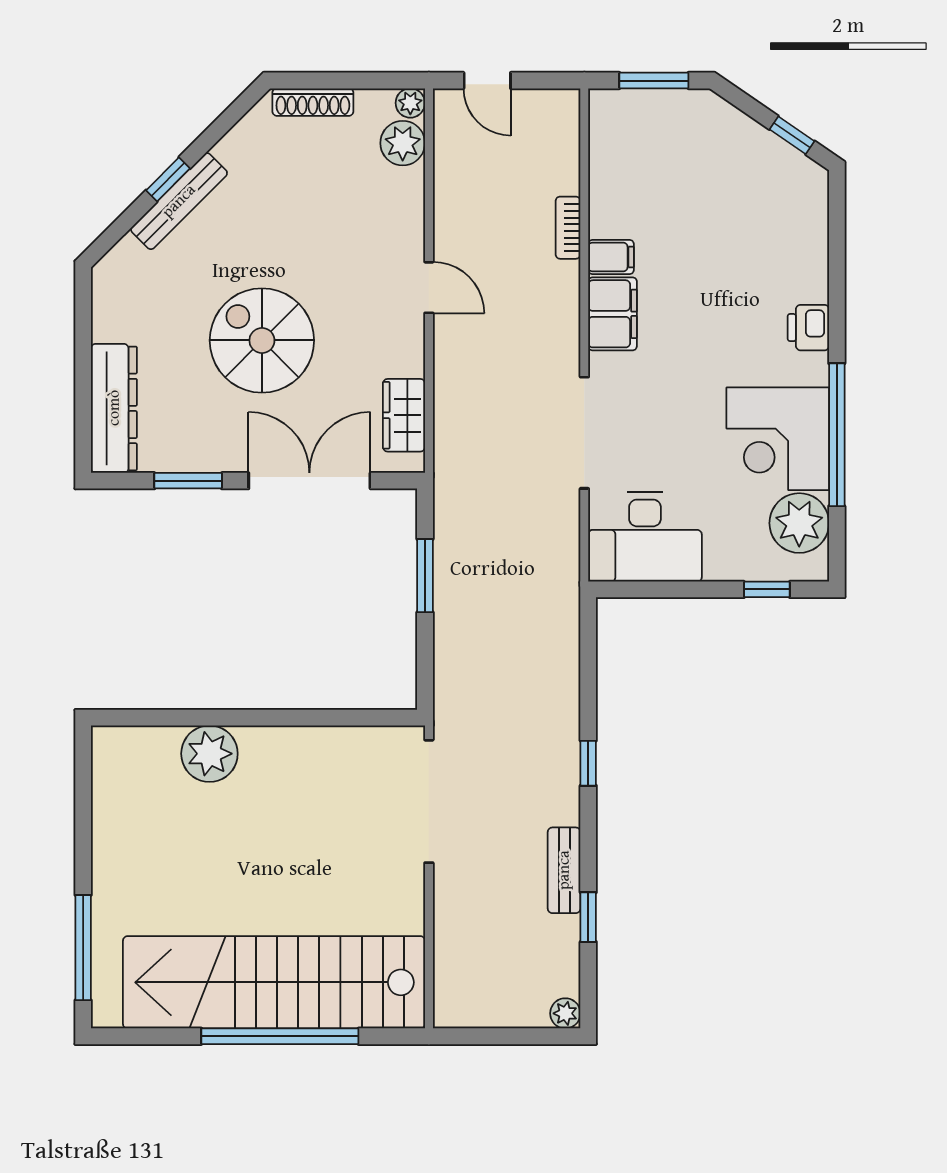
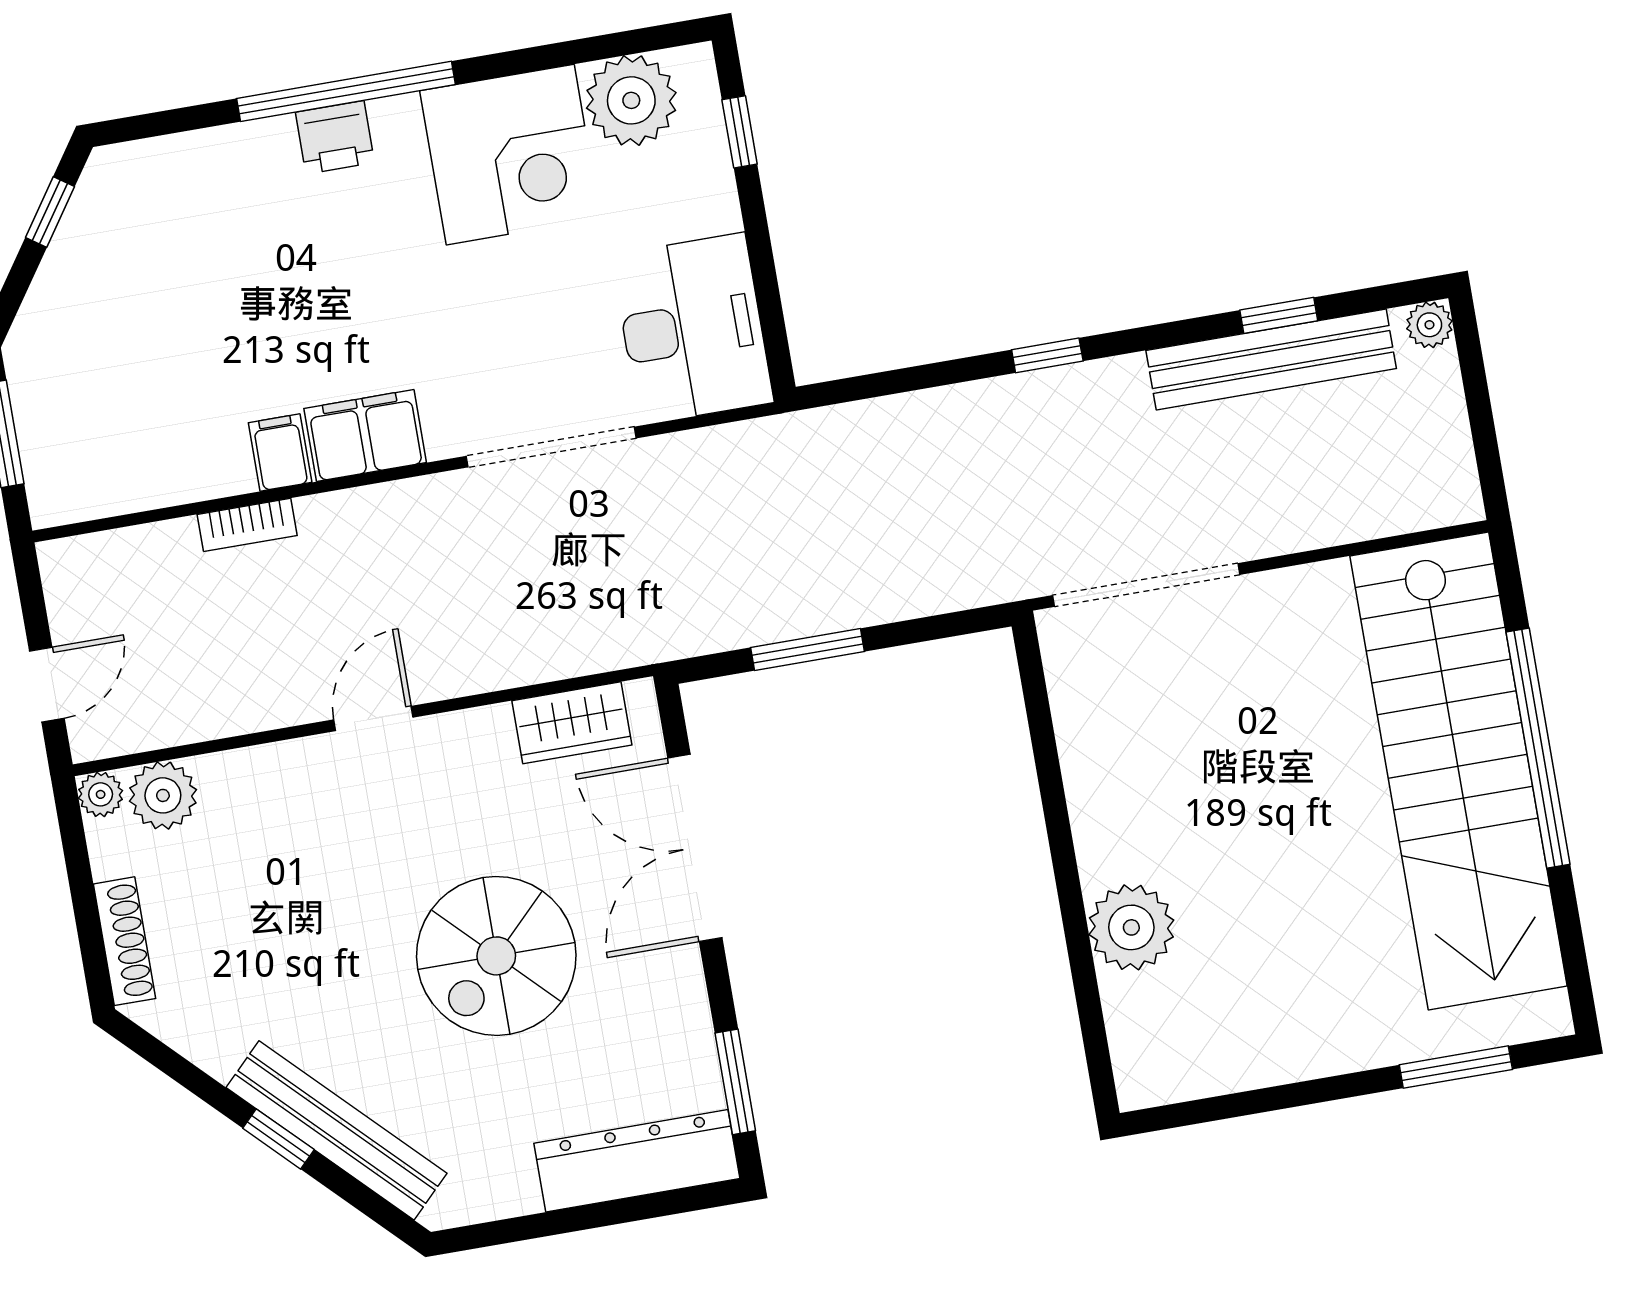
bench: (179, 201) -> (337, 1130), width x1.37, depth x1.21
window: (837, 435) -> (346, 91), moved
window: (188, 481) -> (735, 1082), moved
bench: (564, 870) -> (1271, 360), width x1.86, depth x1.21
window: (83, 948) -> (1456, 1067), width x0.69

